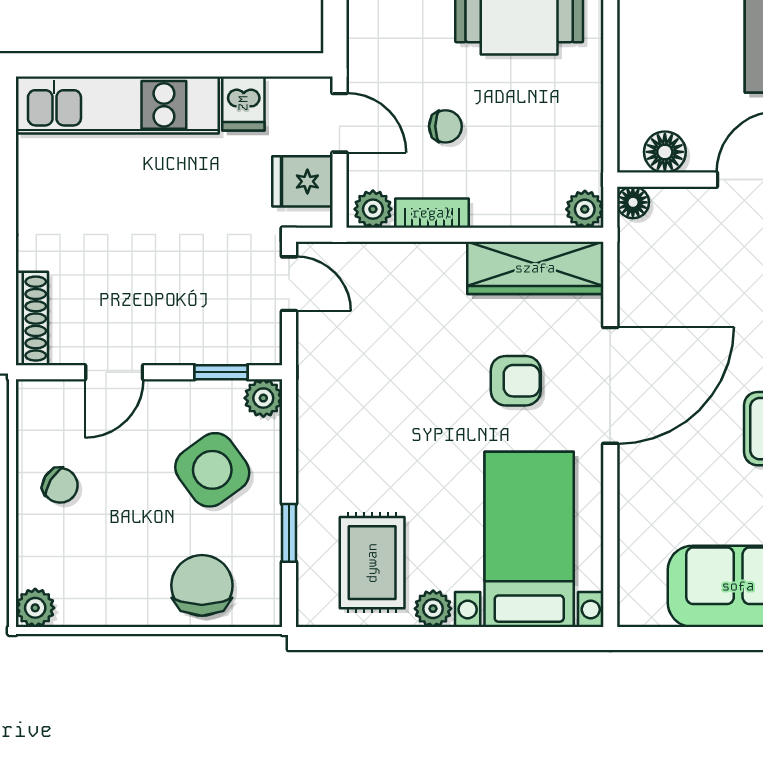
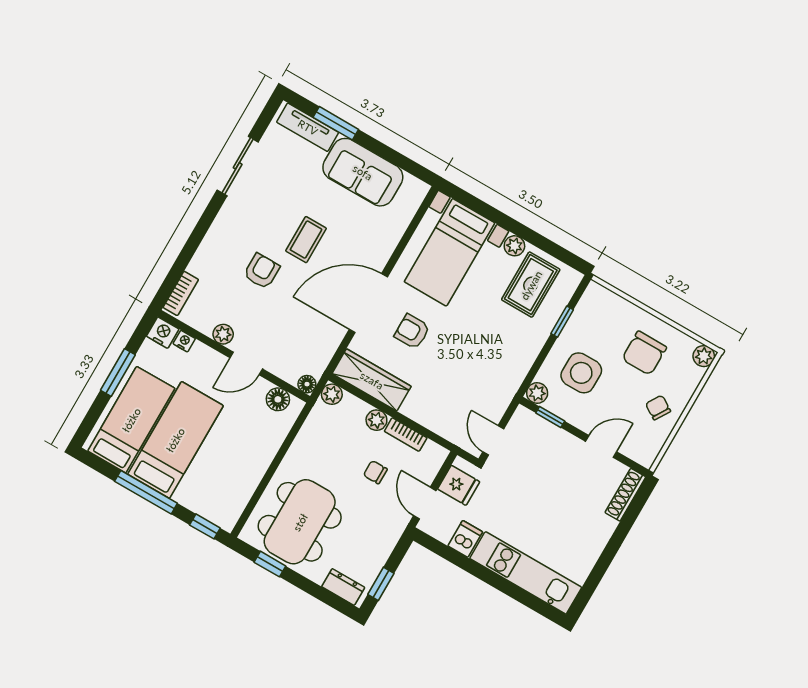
plant: (373, 209) -> (376, 420), moved
side table: (212, 470) -> (581, 373), turned 36
chair: (202, 585) -> (644, 353), moved

